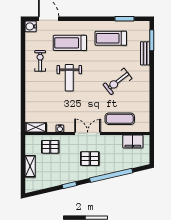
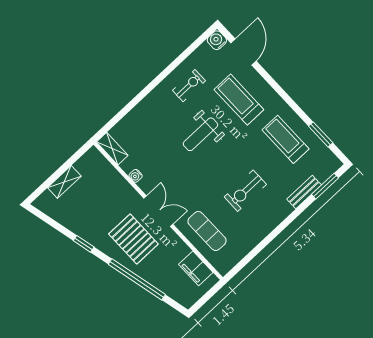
exercise bike: (117, 81) -> (245, 191), turned -52
pallet: (50, 147) -> (106, 184), removed
pallet: (90, 159) -> (133, 239), width x1.50, depth x1.42

